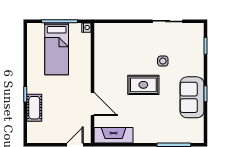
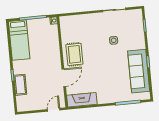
bed: (57, 49) -> (19, 40), moved
rug: (143, 85) -> (74, 54), moved, turned 90
sofa: (192, 97) -> (139, 71), width x1.36
door: (93, 104) -> (64, 78), hinge flipped

